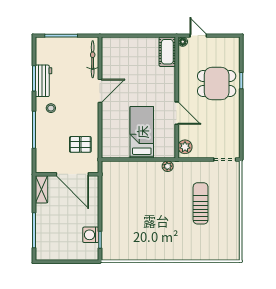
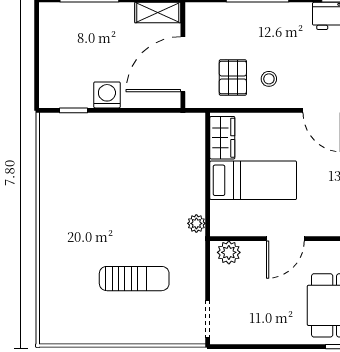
stool: (51, 108) -> (269, 79), moved
wardrobe: (116, 151) -> (222, 138), added
washing machine: (91, 235) -> (107, 95), moved

